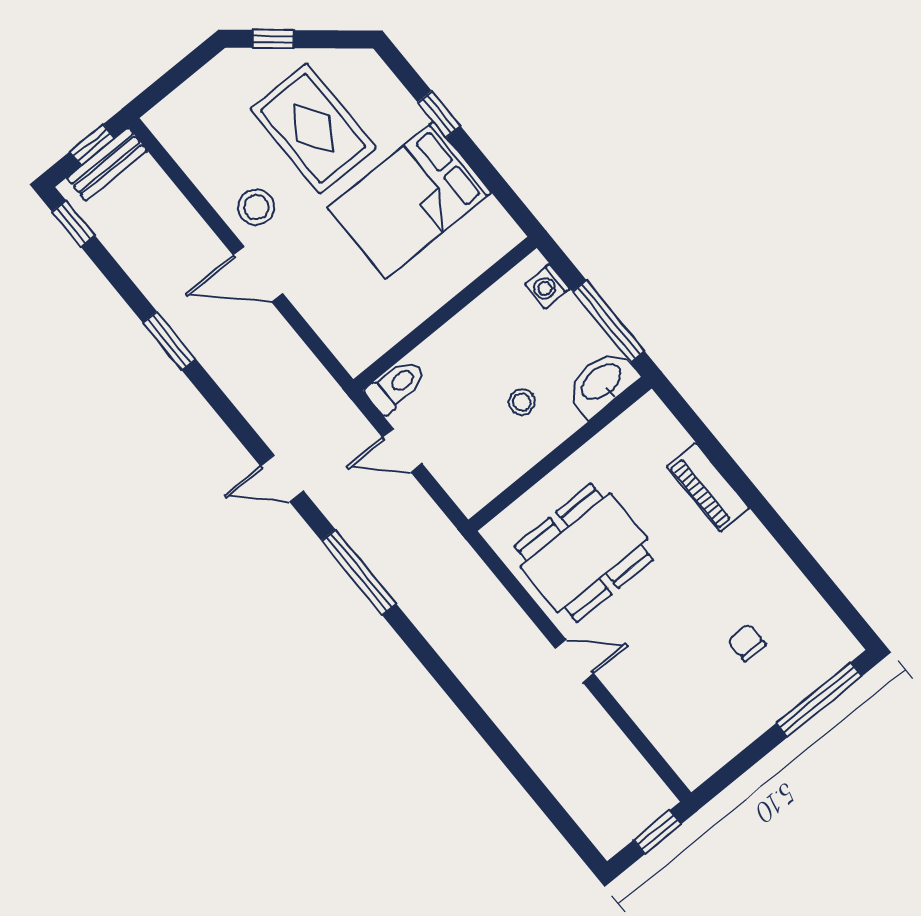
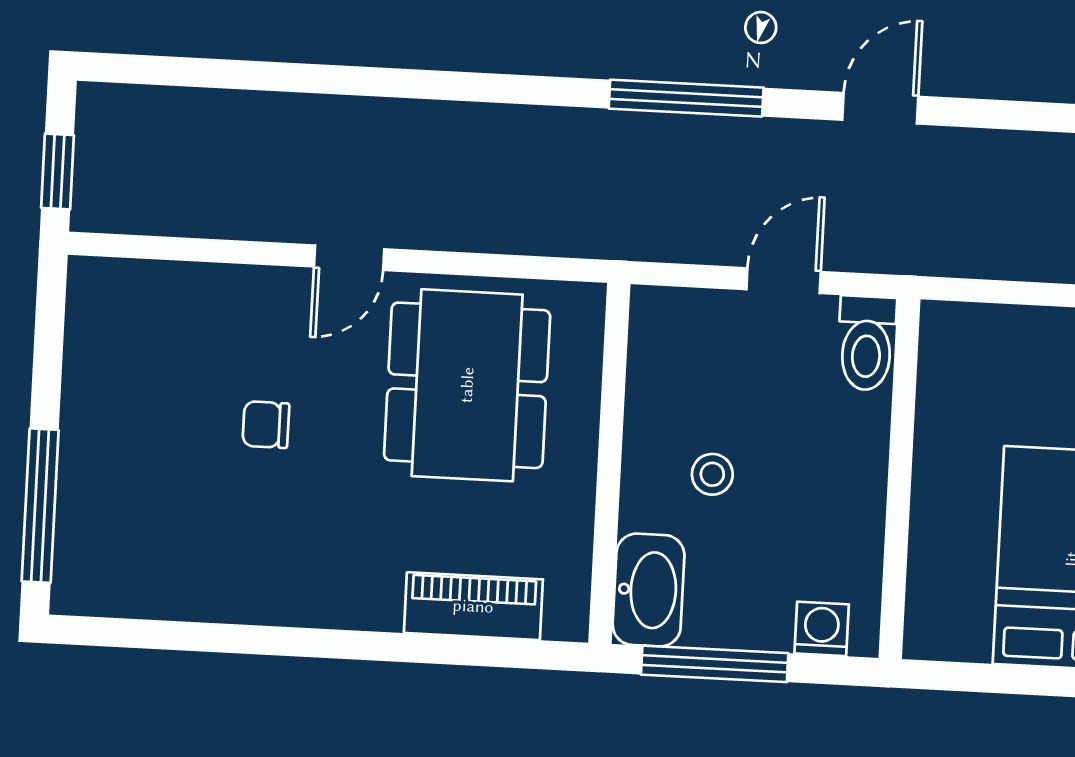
piano: (708, 487) -> (473, 606), moved
chair: (747, 643) -> (266, 425), moved, turned 180

